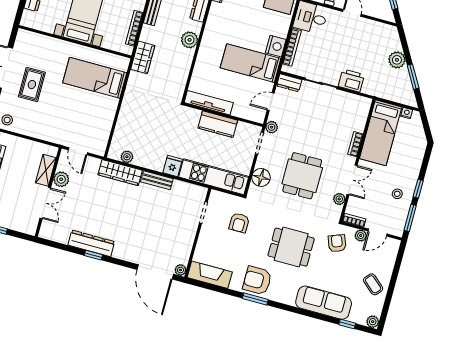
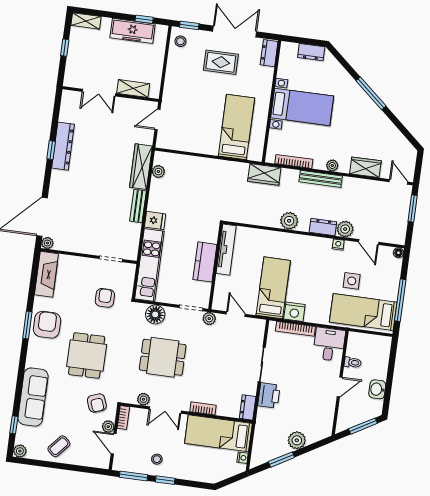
dresser: (29, 38) -> (269, 53), added
dresser: (289, 83) -> (248, 407), moved
plant: (61, 179) -> (126, 106), removed
armchair: (239, 223) -> (105, 298), turned 90
armchair: (337, 243) -> (97, 403), turned 90

